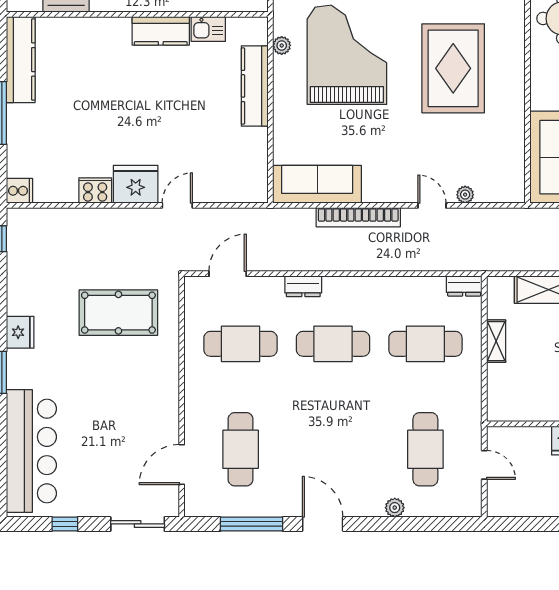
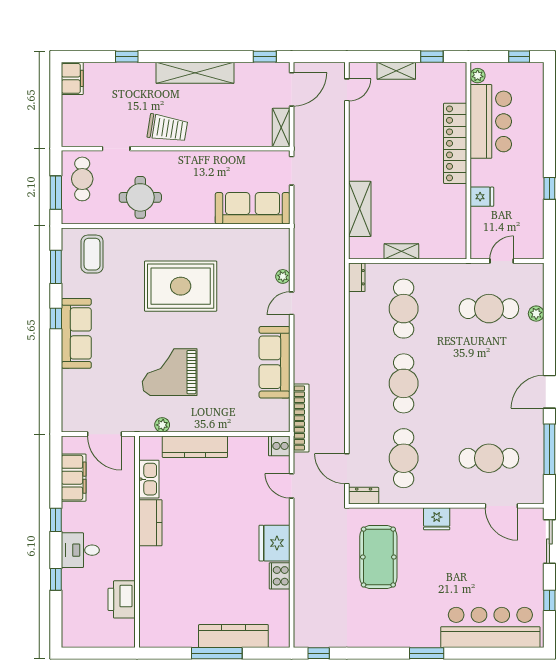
kitchen sink: (208, 29) -> (149, 479), width x1.38
grand piano: (347, 55) -> (170, 372), width x0.73, depth x0.68
kitchen counter: (21, 60) -> (233, 636), moved
sofa: (317, 184) -> (274, 362), moved
cooker: (20, 191) -> (279, 446), moved, turned -90
door: (177, 205) -> (292, 486), moved
bookcase: (358, 217) -> (301, 418), moved
dresser: (303, 286) -> (364, 496), moved, turned -90
fridge: (20, 332) -> (437, 519), moved, turned 180
plant: (395, 508) -> (536, 314), moved

